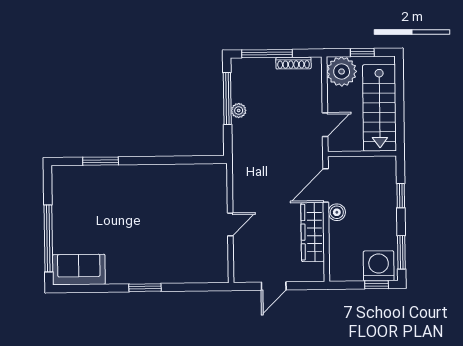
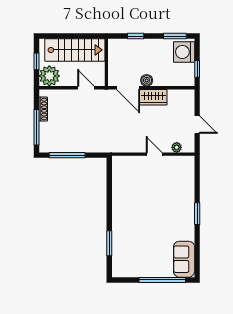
plant: (239, 111) -> (177, 147), moved
wardrobe: (313, 232) -> (153, 97), width x0.67
window: (377, 285) -> (197, 69), moved

